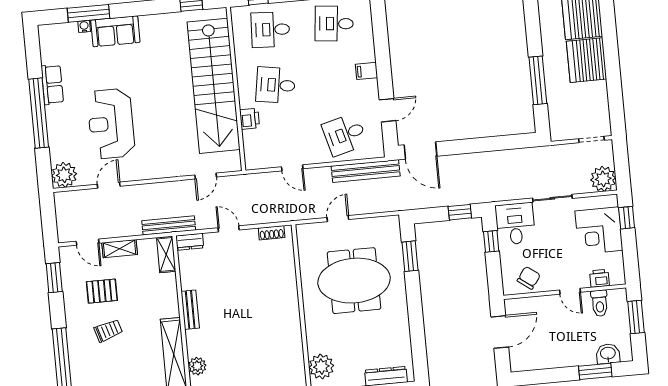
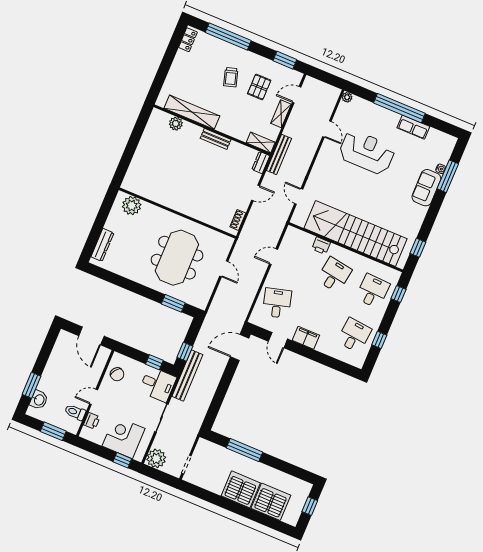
filing cabinet: (367, 71) -> (306, 338), width x2.00
bench: (366, 171) -> (187, 375), moved
plant: (64, 175) -> (347, 97), width x0.53, depth x0.53

